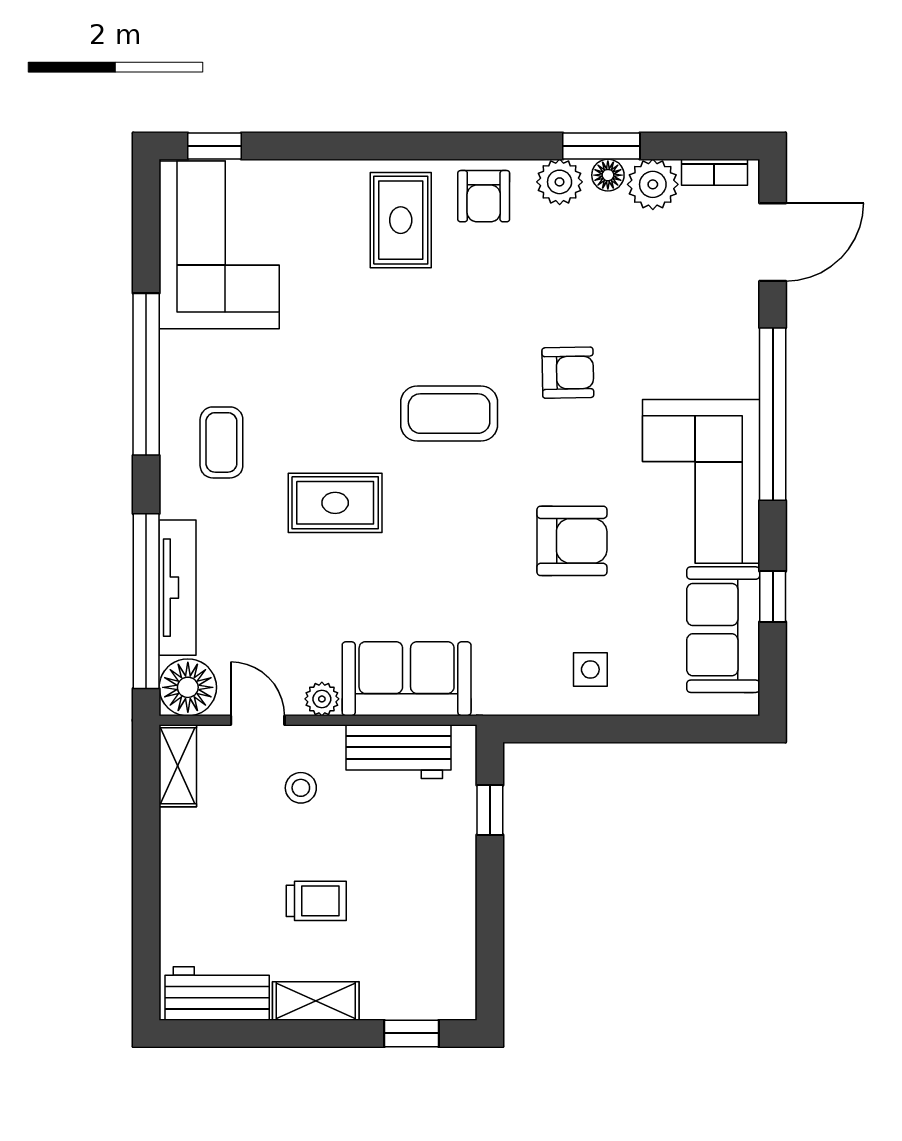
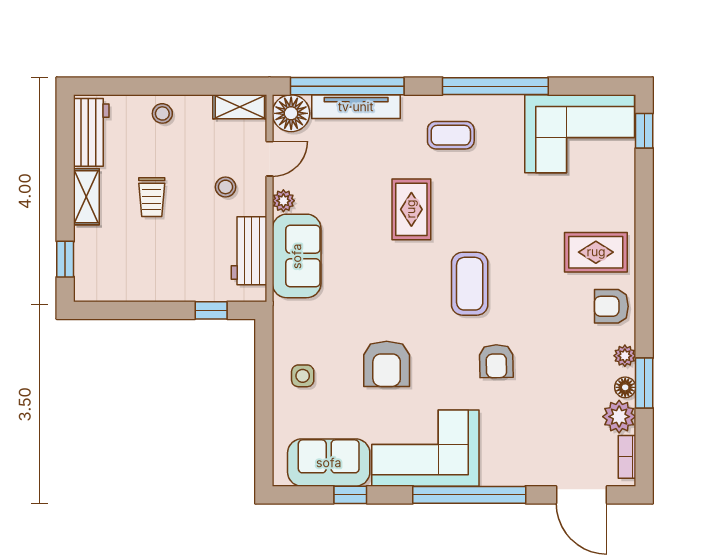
plant: (560, 182) -> (625, 356), width x0.73, depth x0.73
stool: (188, 885) -> (162, 113), added

